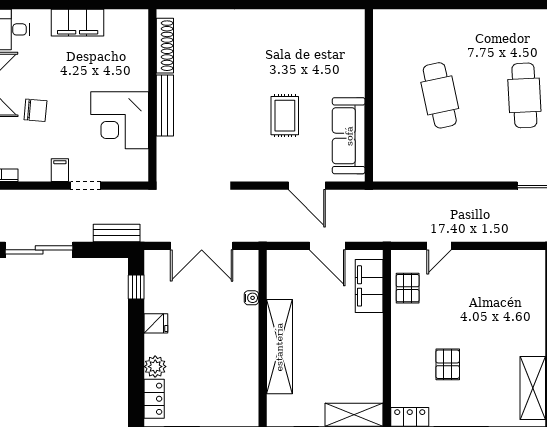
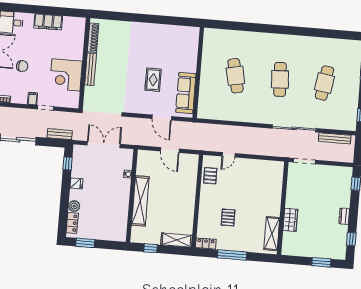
double door: (202, 246) -> (104, 145), swing flipped
filing cabinet: (369, 286) -> (190, 173), removed

